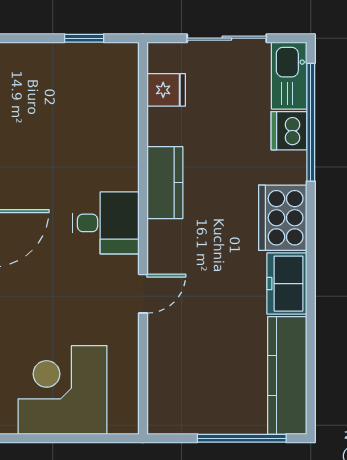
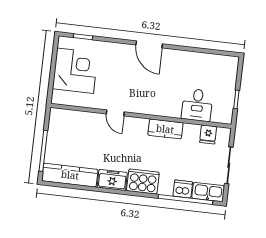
desk: (106, 223) -> (197, 105), moved

